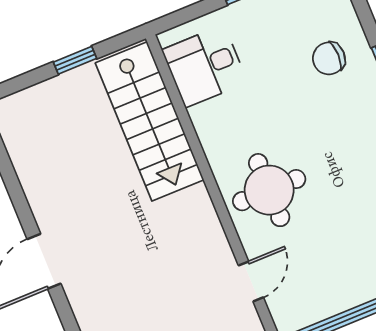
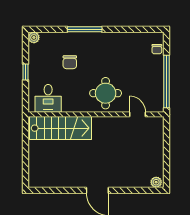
chair: (329, 58) -> (70, 62), moved
window: (75, 60) -> (26, 147), removed

